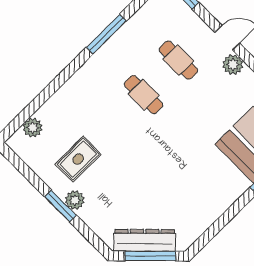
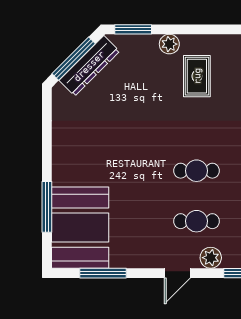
plant: (233, 65) -> (211, 258), moved
window: (60, 206) -> (133, 29), moved

